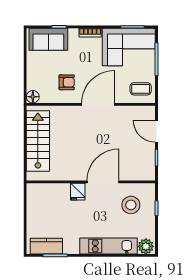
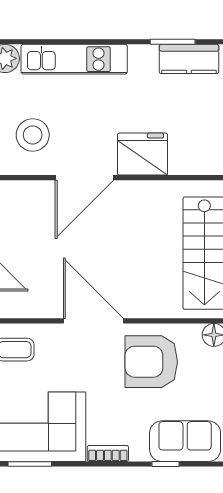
armchair: (67, 82) -> (151, 362), width x1.88, depth x1.88
door: (98, 104) -> (93, 321), swing flipped
fridge: (78, 192) -> (143, 154), width x1.88, depth x1.34

